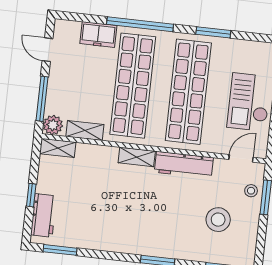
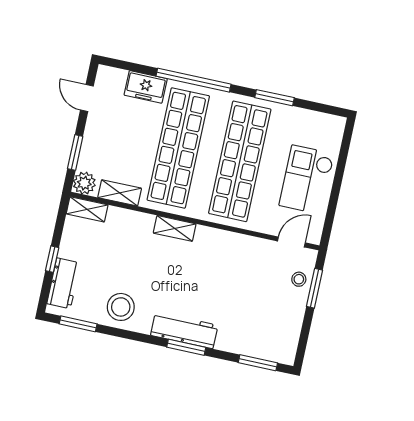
window: (42, 99) -> (75, 152), width x0.69
workbench: (184, 165) -> (184, 330), moved, turned 180
stool: (218, 220) -> (121, 307), moved

